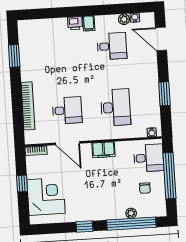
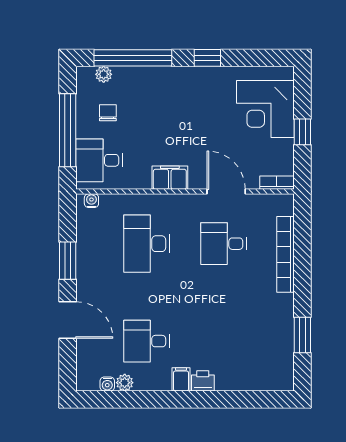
door: (161, 39) -> (68, 320), moved
plant: (131, 213) -> (104, 74), moved

